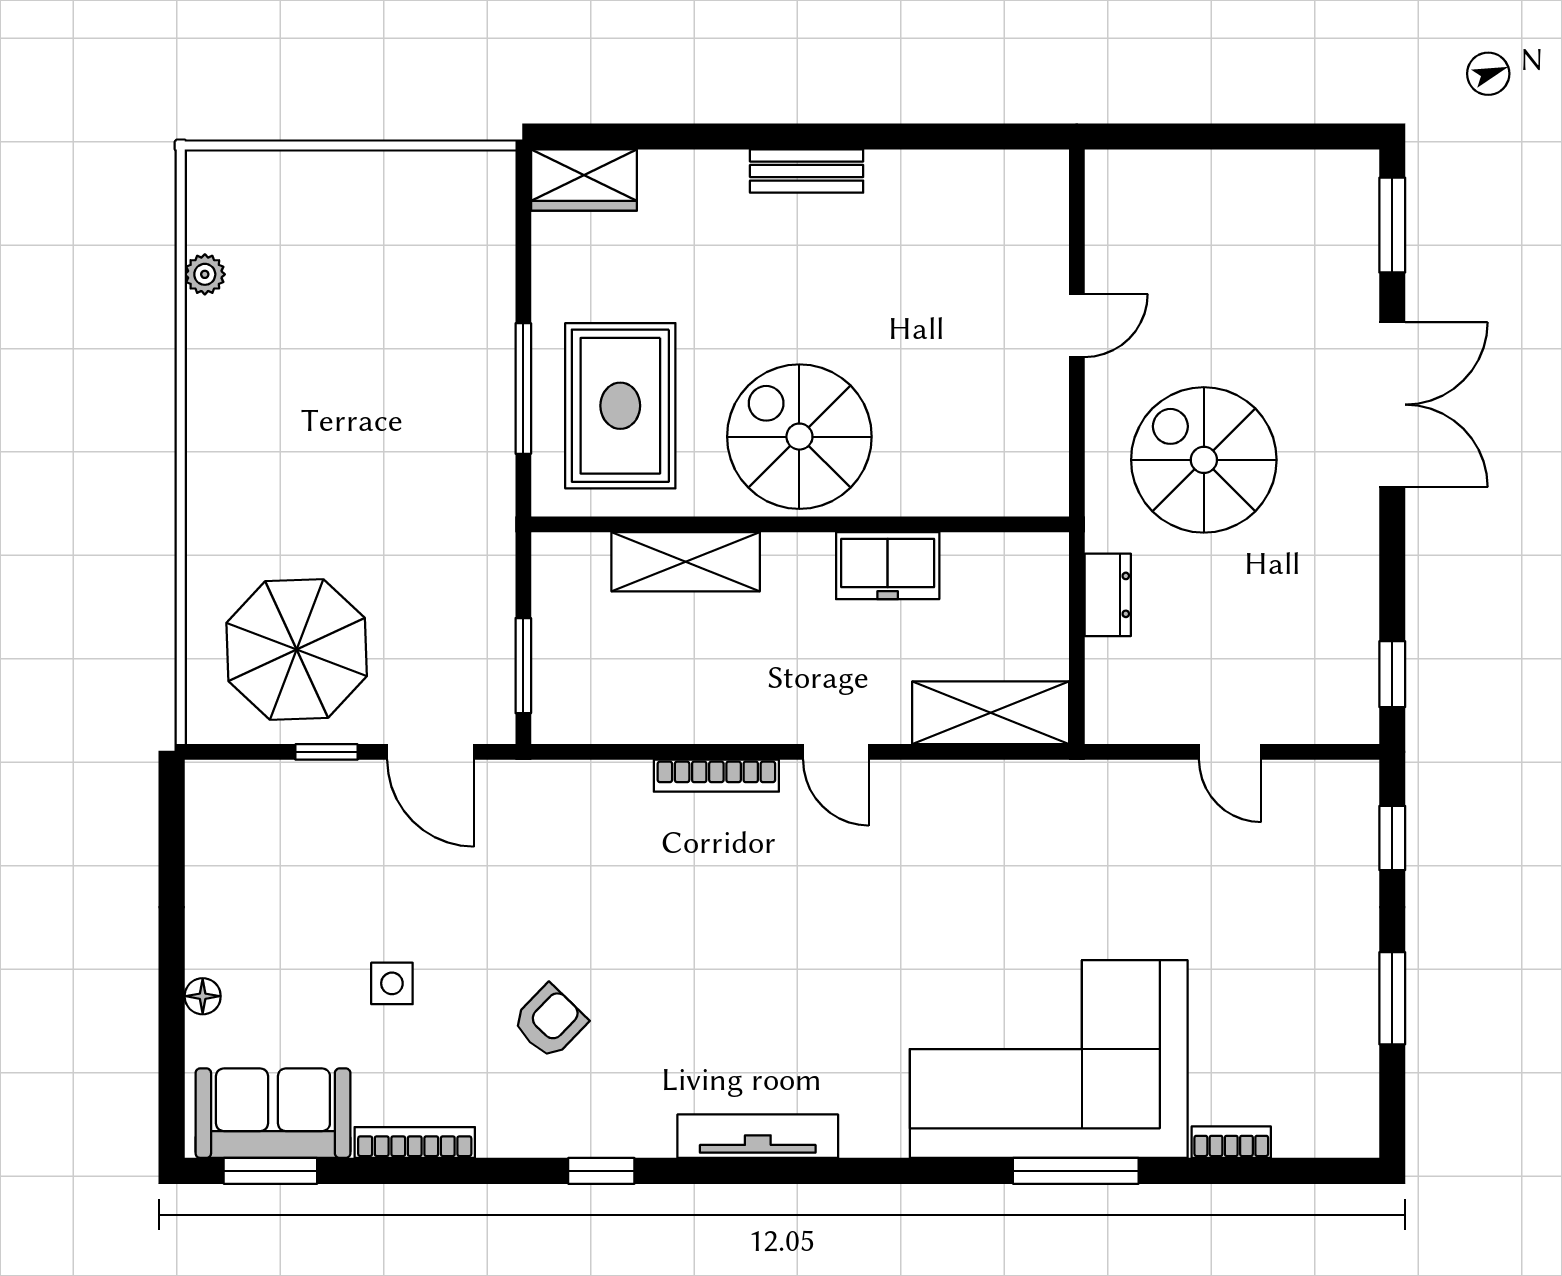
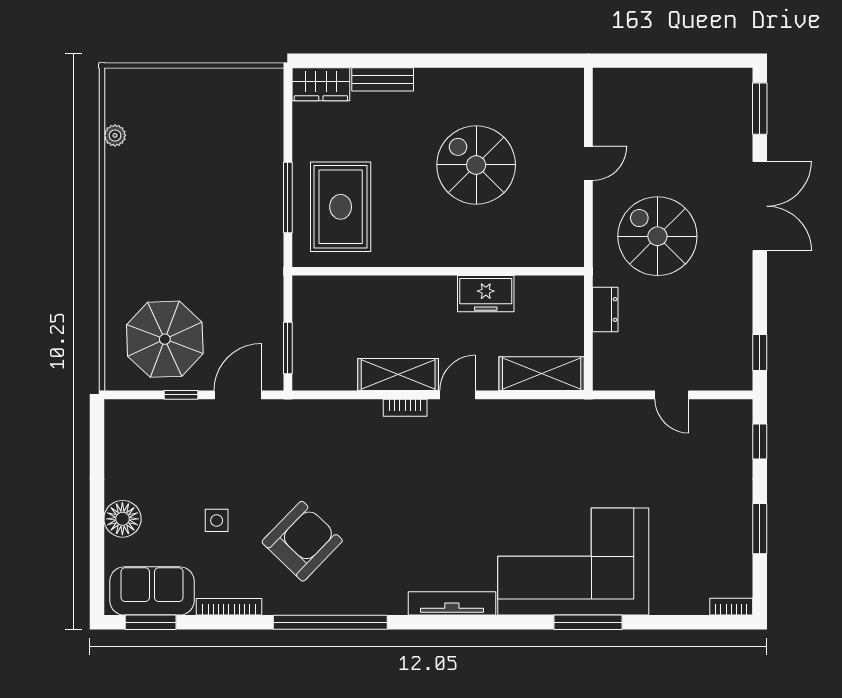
bench: (807, 171) -> (383, 79), moved
spiral stairs: (799, 437) -> (476, 165), moved
shelving: (686, 562) -> (398, 374), moved
door: (431, 752) -> (238, 395), swing flipped
door: (836, 752) -> (458, 395), swing flipped
bookcase: (716, 776) -> (405, 408), width x0.64
floor lamp: (203, 996) -> (122, 519), width x1.89, depth x1.89
armchair: (550, 1022) -> (302, 541), width x1.88, depth x1.88
tv unit: (758, 1136) -> (452, 603), moved
bookcase: (1231, 1142) -> (731, 607), moved
window: (601, 1171) -> (330, 622), width x3.17

